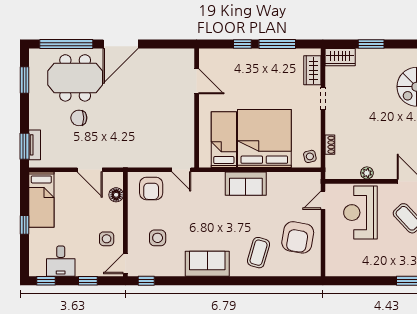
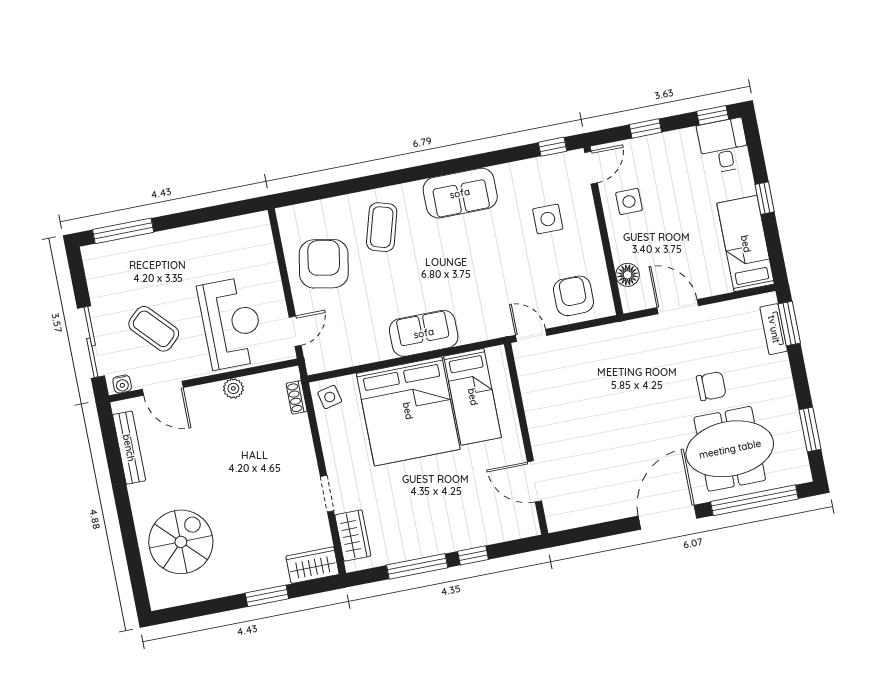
shoe rack: (330, 145) -> (297, 397), moved
desk: (61, 261) -> (724, 146), moved

